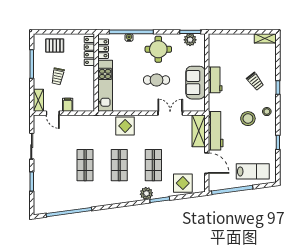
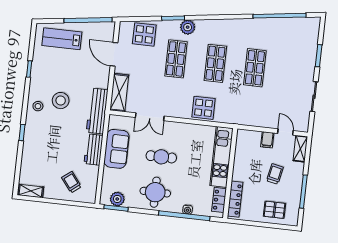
trolley: (255, 81) -> (72, 182), moved
workbench: (216, 131) -> (97, 111), moved

